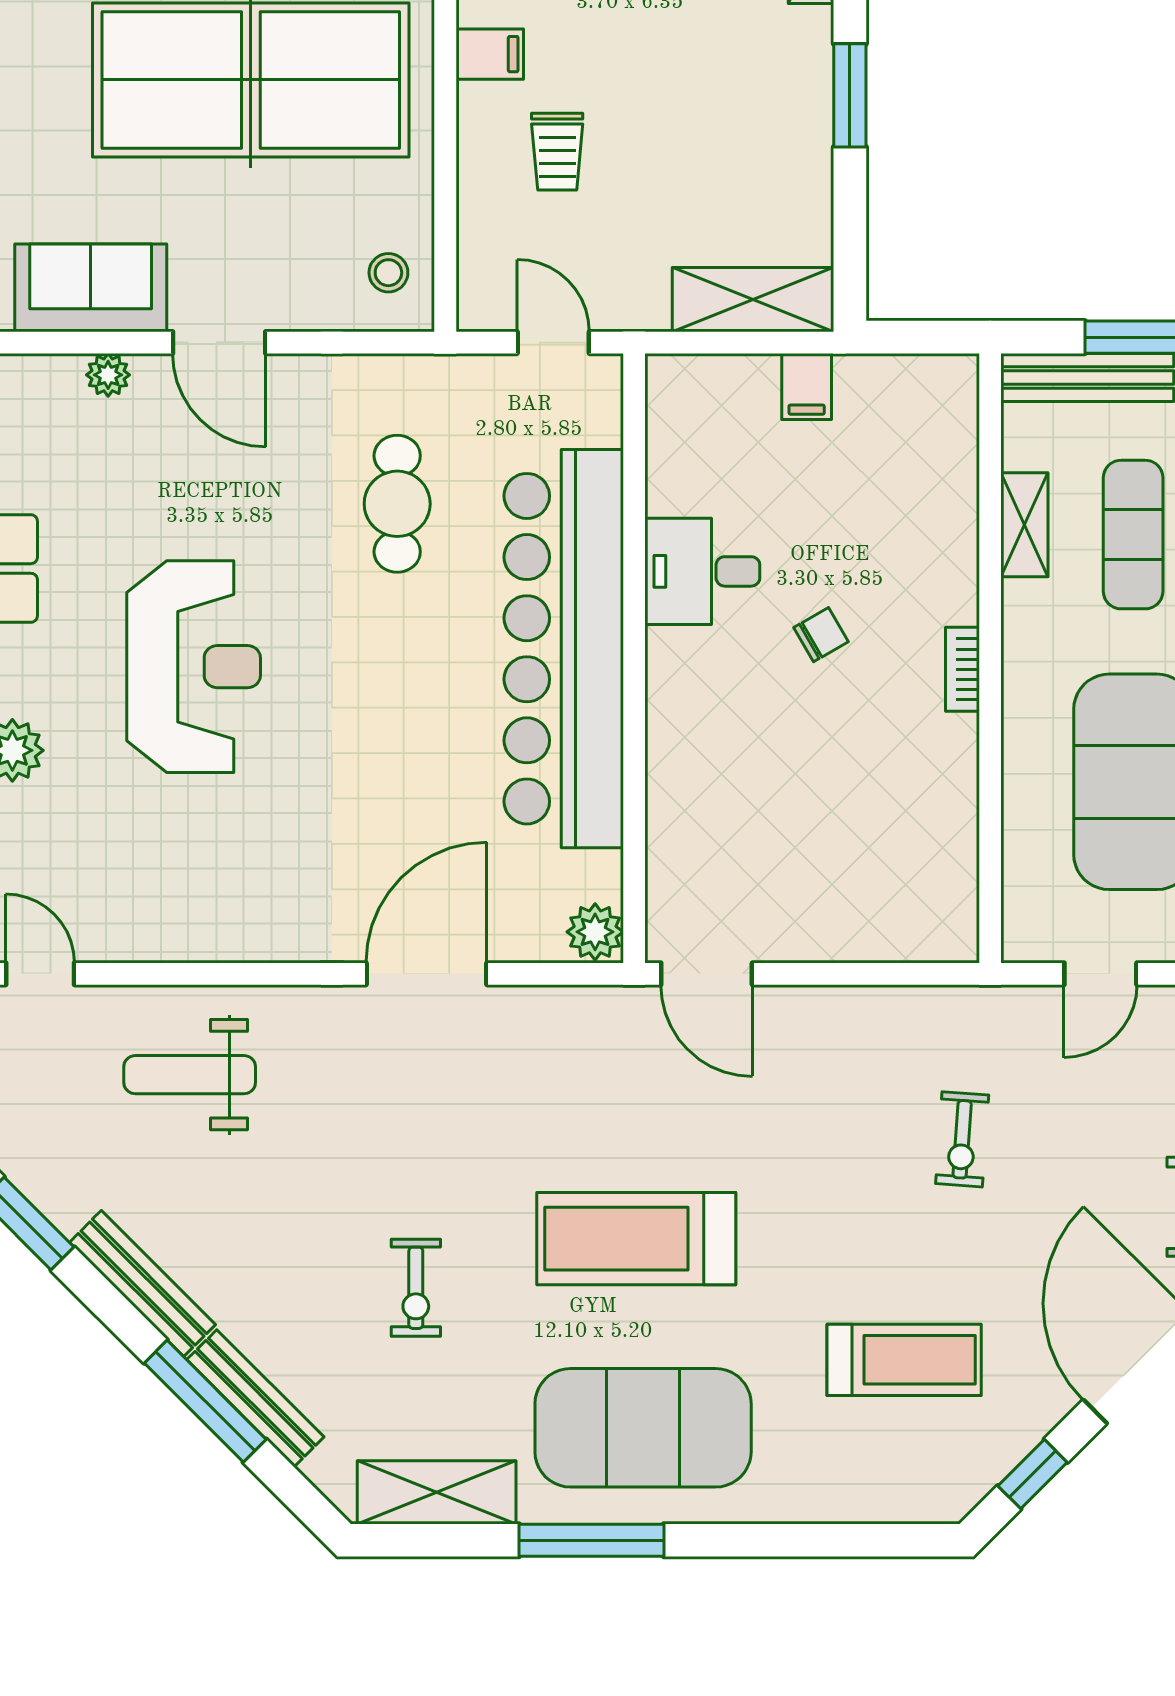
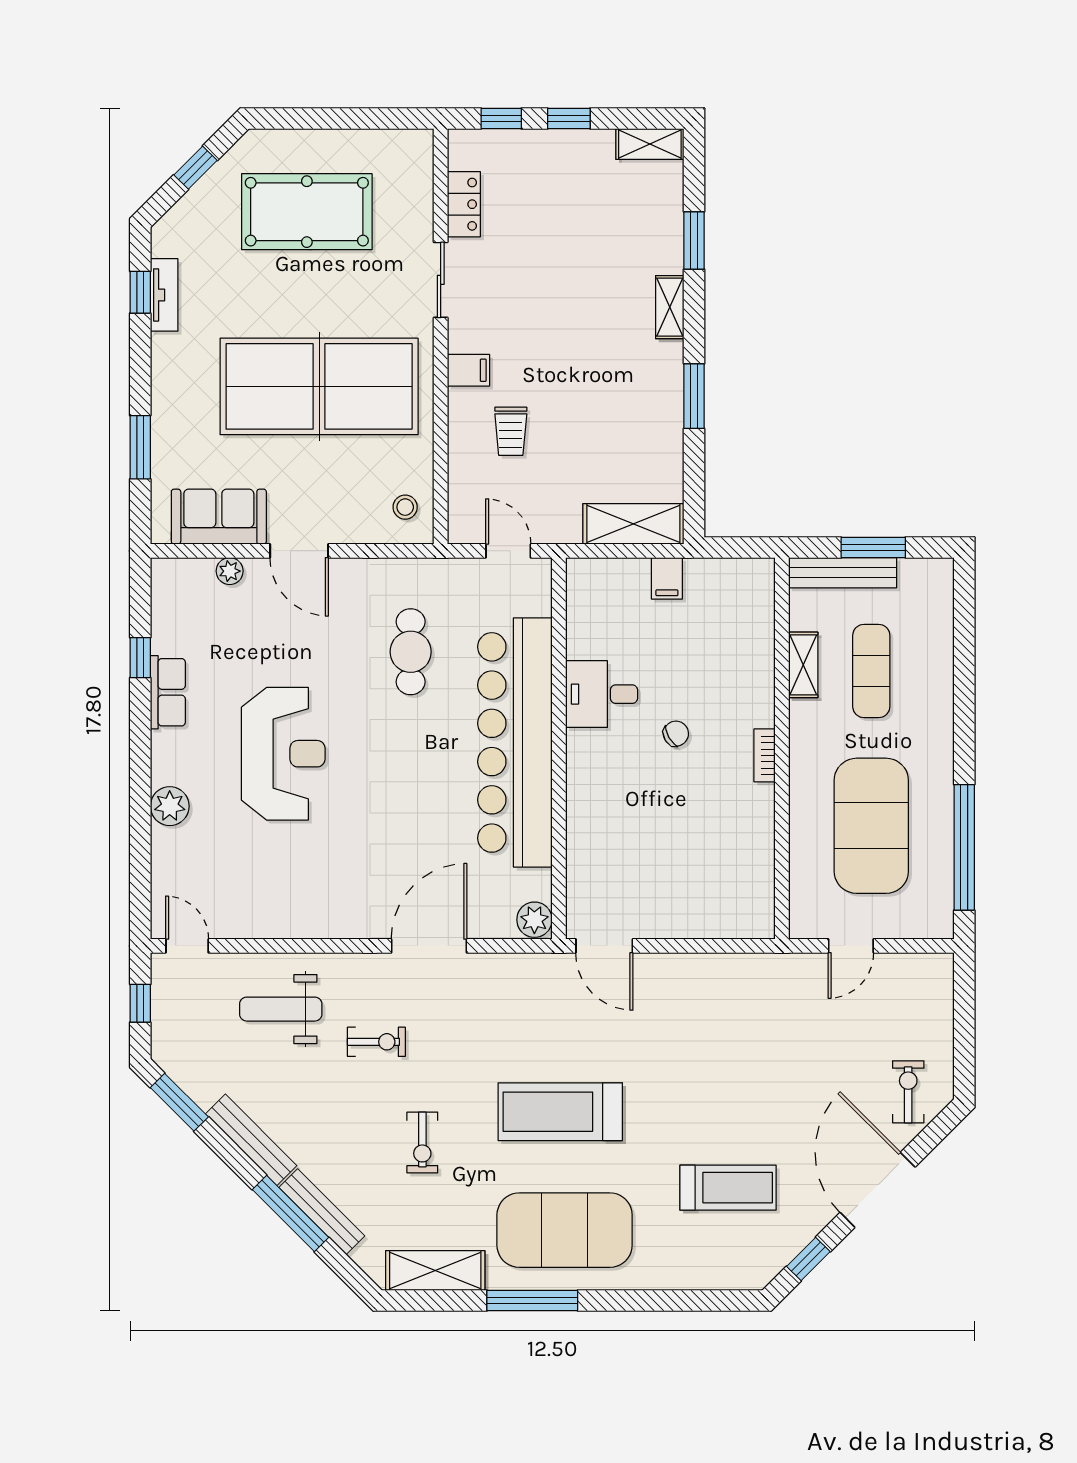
exercise bike: (962, 1139) -> (376, 1042), moved, turned -94

